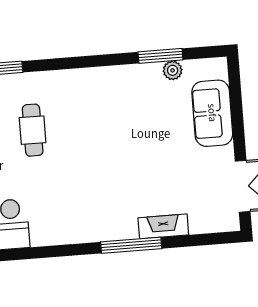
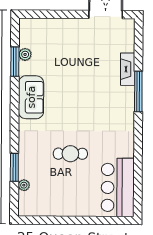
sofa: (212, 113) -> (31, 97), moved, turned -90
cafe table: (33, 130) -> (70, 154), moved

